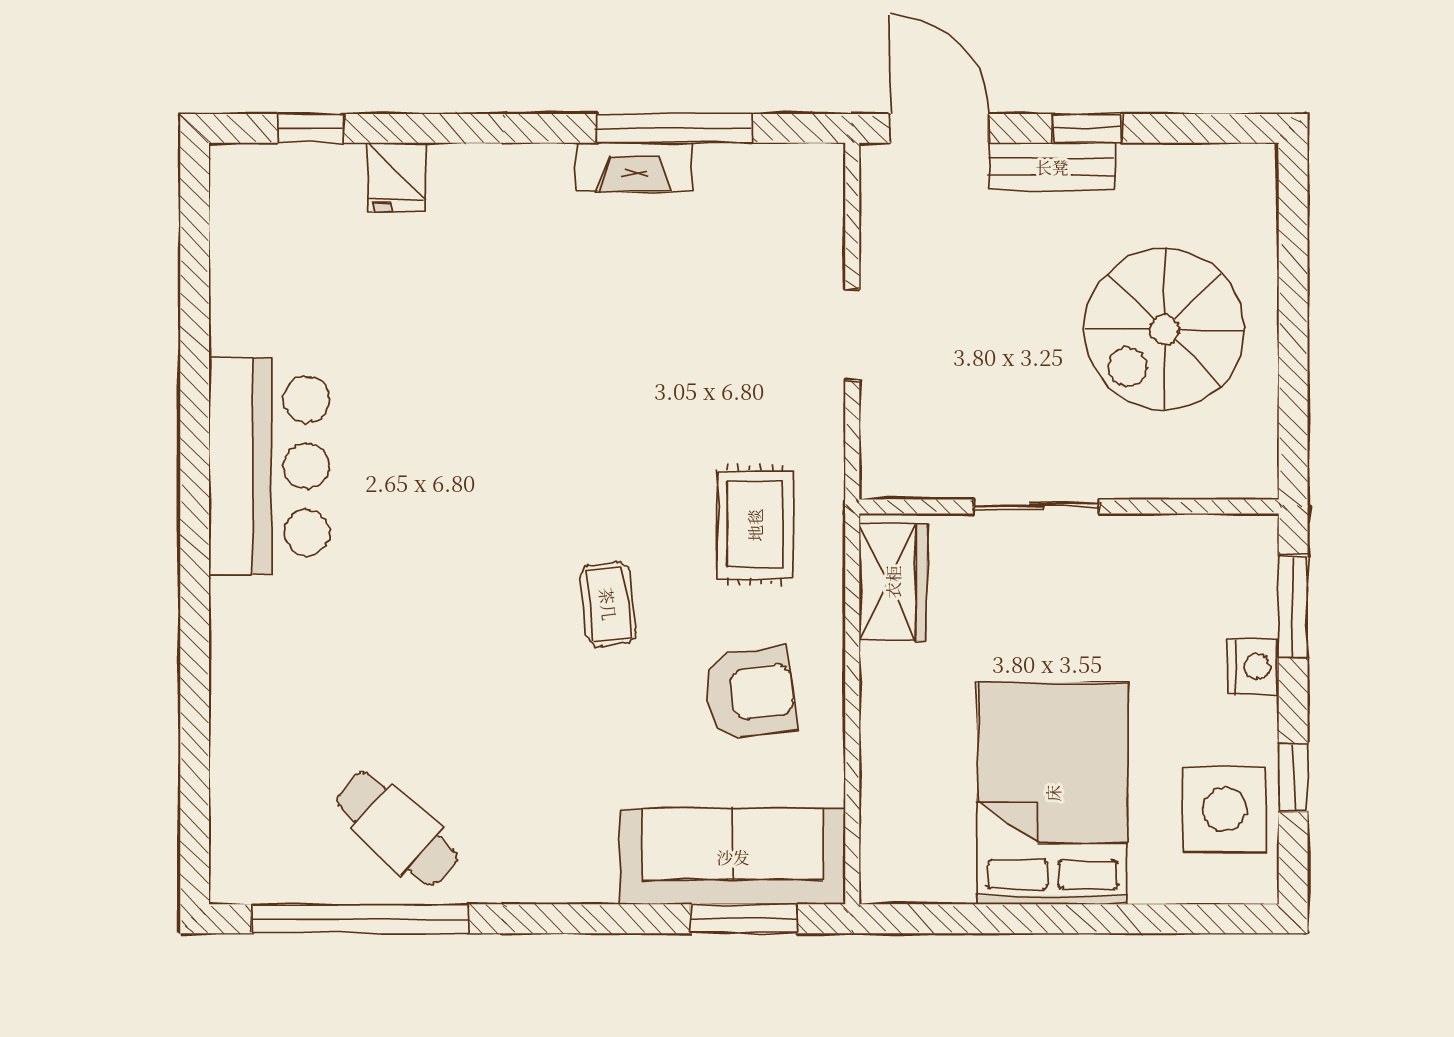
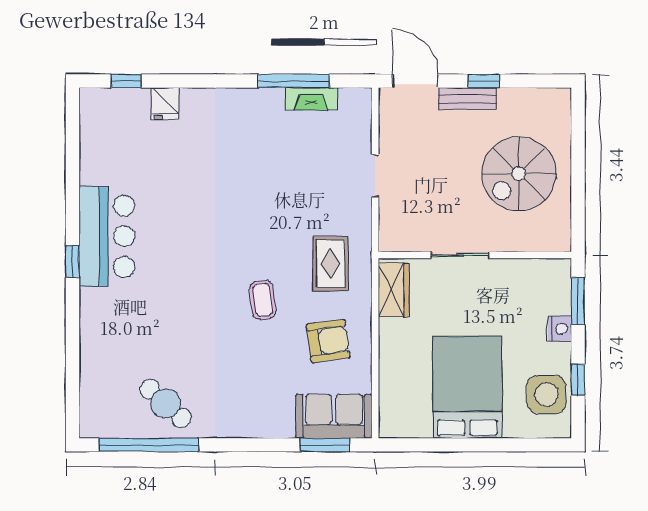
fireplace: (634, 167) -> (311, 99), moved
window: (195, 520) -> (72, 261), added
sofa: (733, 857) -> (334, 416), width x0.73

